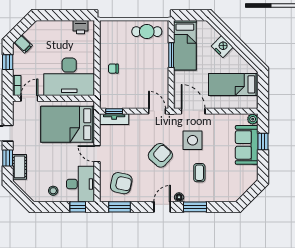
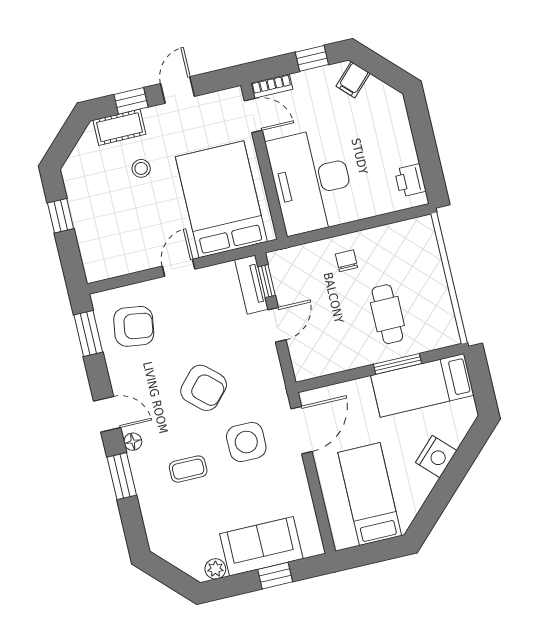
cafe table: (147, 32) -> (387, 314), moved
door: (157, 111) -> (277, 325), moved
plant: (253, 119) -> (215, 569), moved
armchair: (121, 183) -> (134, 326), turned -94
desk: (81, 184) -> (114, 250), removed
stool: (53, 191) -> (141, 168), moved
window: (78, 207) -> (61, 216), moved

